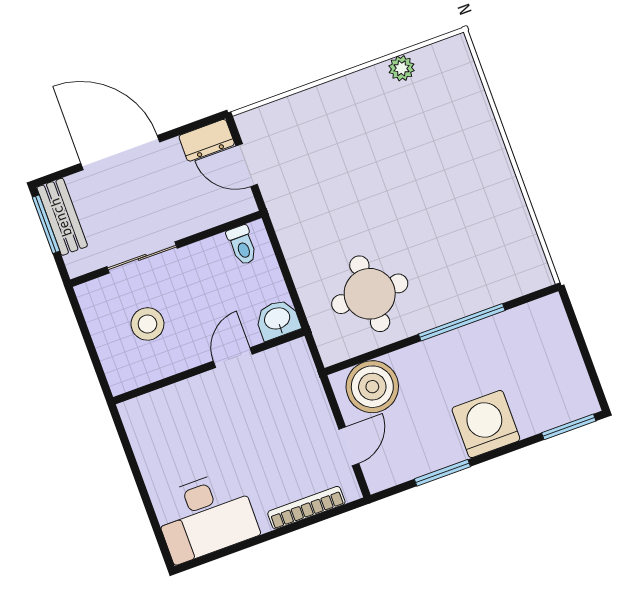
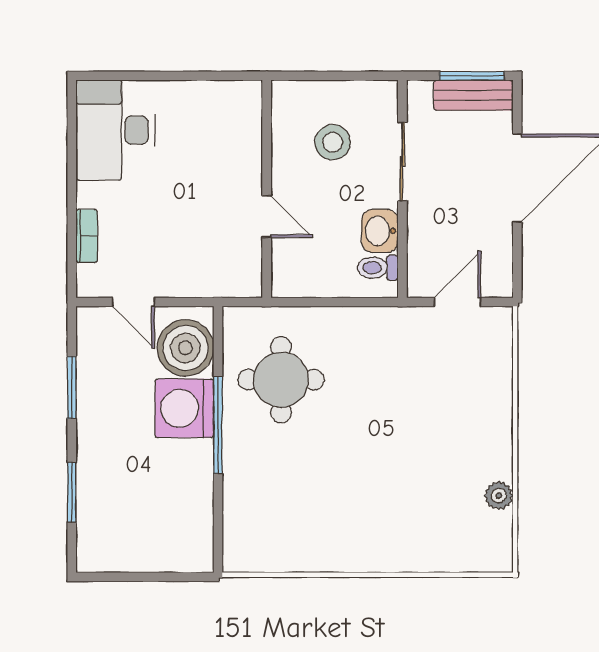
dresser: (207, 140) -> (498, 271), removed
washbasin: (277, 319) -> (380, 231), moved, turned 180
window: (462, 322) -> (218, 425), moved
washing machine: (486, 424) -> (184, 408), moved, turned 180
window: (569, 427) -> (72, 492), moved
bookcase: (306, 508) -> (87, 236), width x0.64

